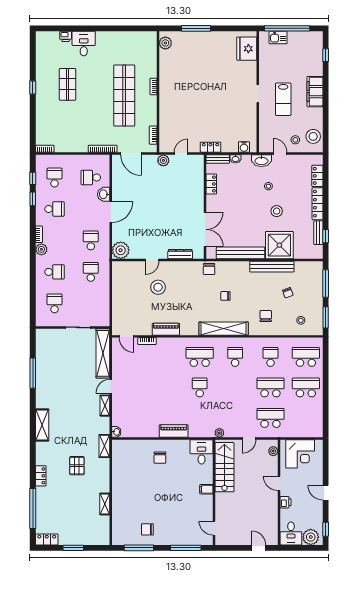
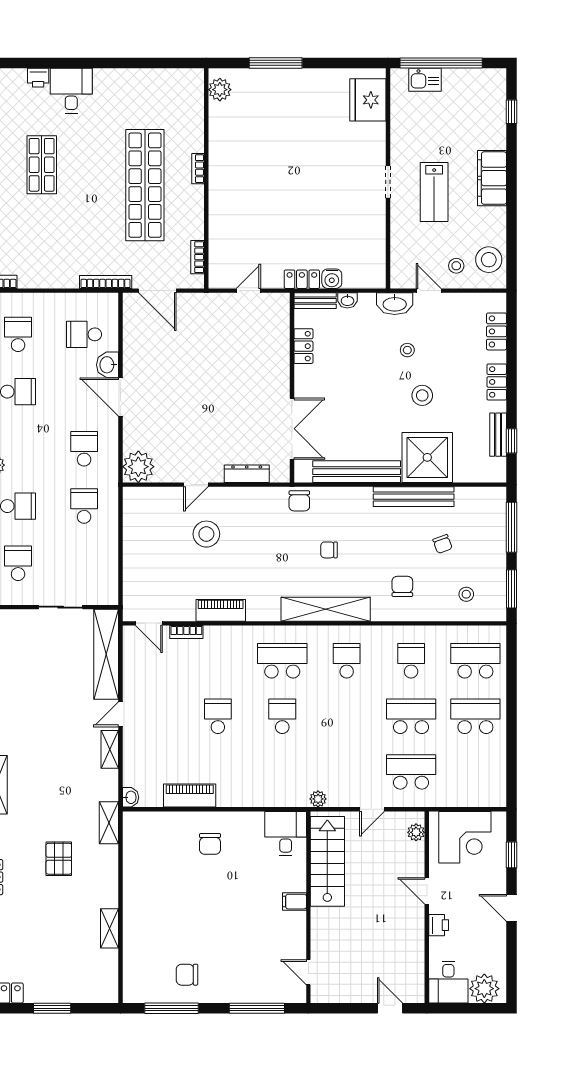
water cooler: (244, 147) -> (332, 279), moved
plant: (163, 160) -> (216, 303), removed
locker: (318, 204) -> (497, 382), width x0.66
door: (111, 212) -> (120, 397), swing flipped
school desk: (164, 387) -> (218, 716), added
piano: (174, 431) -> (190, 796), moved
window: (326, 529) -> (511, 855), moved

